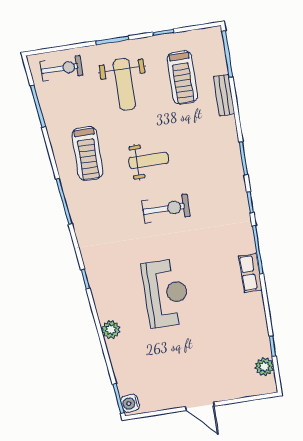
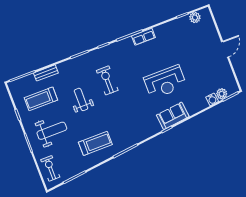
treadmill: (182, 77) -> (41, 99), turned 180
weight bench: (149, 160) -> (81, 99), moved
exercise bike: (166, 209) -> (107, 80), moved
reception desk: (166, 293) -> (165, 82), turned 180
sofa: (106, 294) -> (173, 116), added
plant: (111, 330) -> (222, 94), moved
water cooler: (130, 403) -> (212, 99), moved

